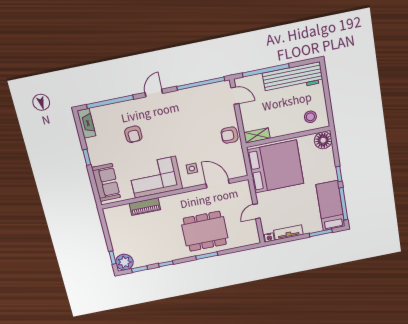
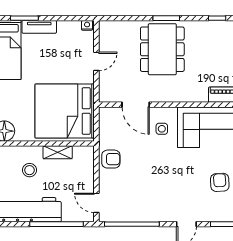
stool: (310, 117) -> (29, 170), moved
shelving: (257, 135) -> (58, 152), moved
dining table: (205, 231) -> (162, 49), turned 90
tv unit: (288, 232) -> (39, 27), moved

